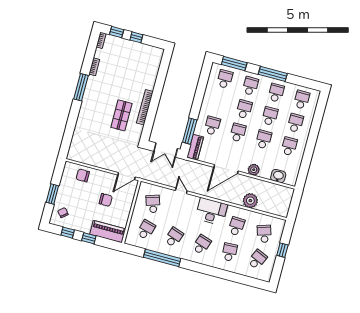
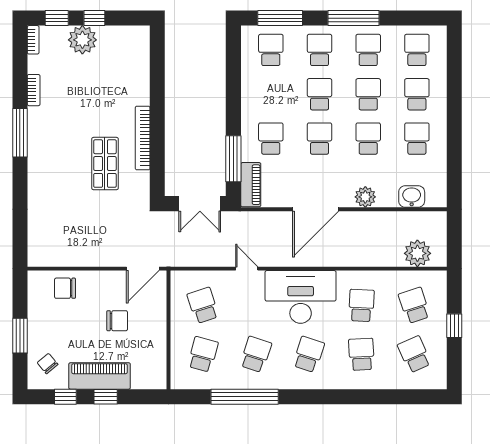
plant: (127, 47) -> (82, 40), added
plant: (250, 201) -> (417, 253), moved
desk: (211, 211) -> (301, 297), width x1.36, depth x1.30
piano: (108, 232) -> (100, 376), moved
school desk: (257, 260) -> (414, 354), turned -48

